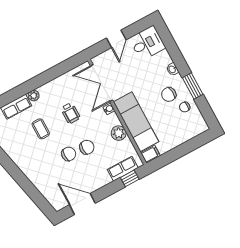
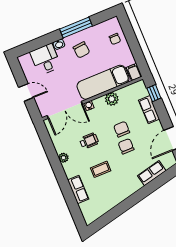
desk: (147, 43) -> (45, 59), moved
window: (193, 86) -> (76, 27), width x1.44
plant: (34, 96) -> (64, 158), moved
chair: (185, 107) -> (115, 39), moved
row of seats: (123, 169) -> (149, 110), moved
row of seats: (42, 185) -> (152, 173), added

